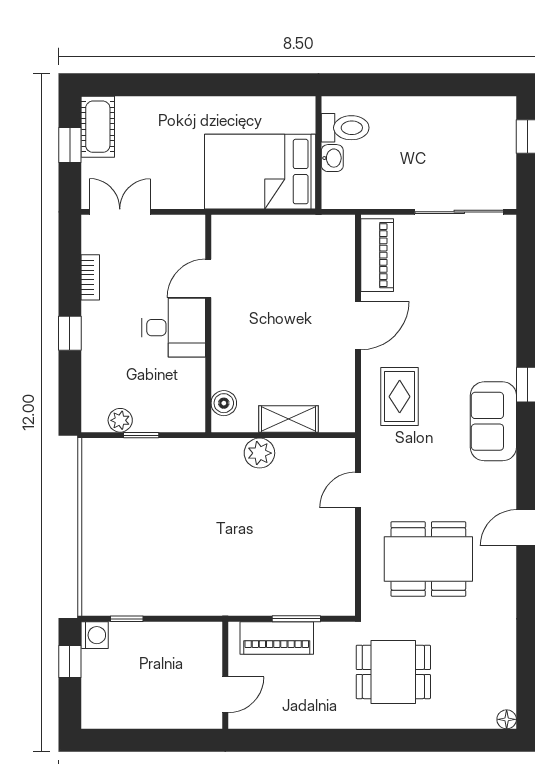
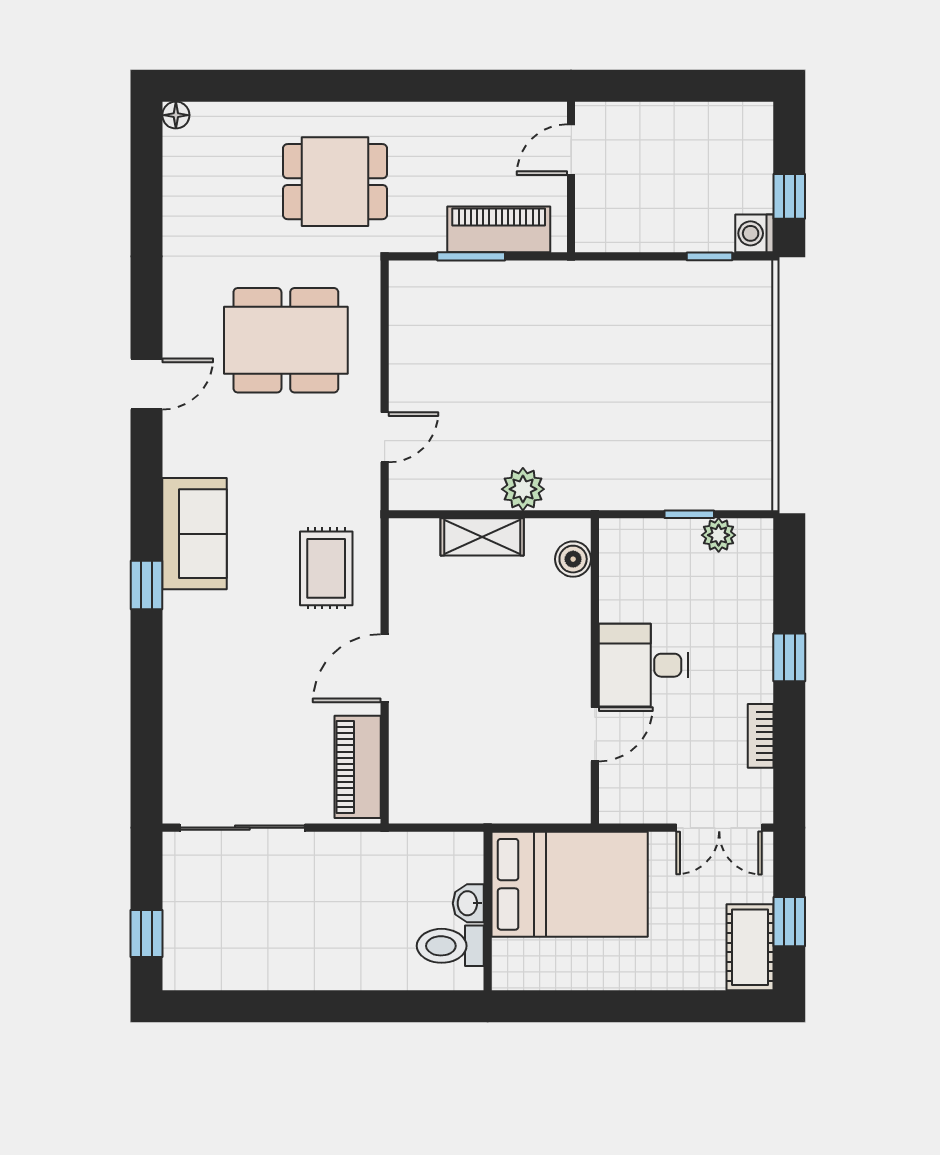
toilet: (345, 128) -> (450, 946), moved
wall: (318, 153) -> (488, 911), moved
washbasin: (332, 158) -> (468, 903), moved
bed: (260, 172) -> (570, 884), moved

